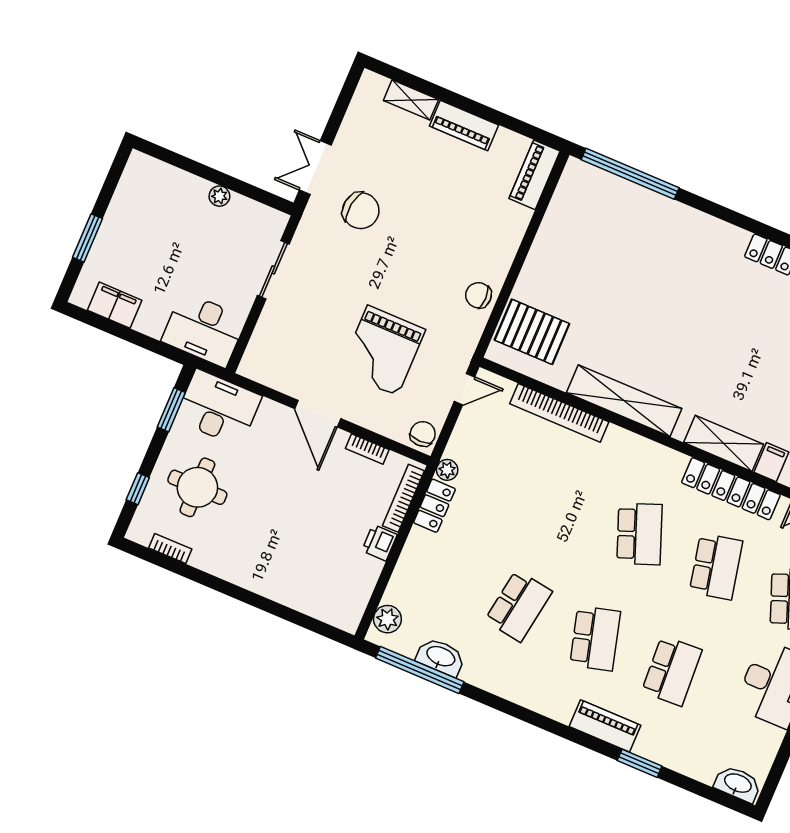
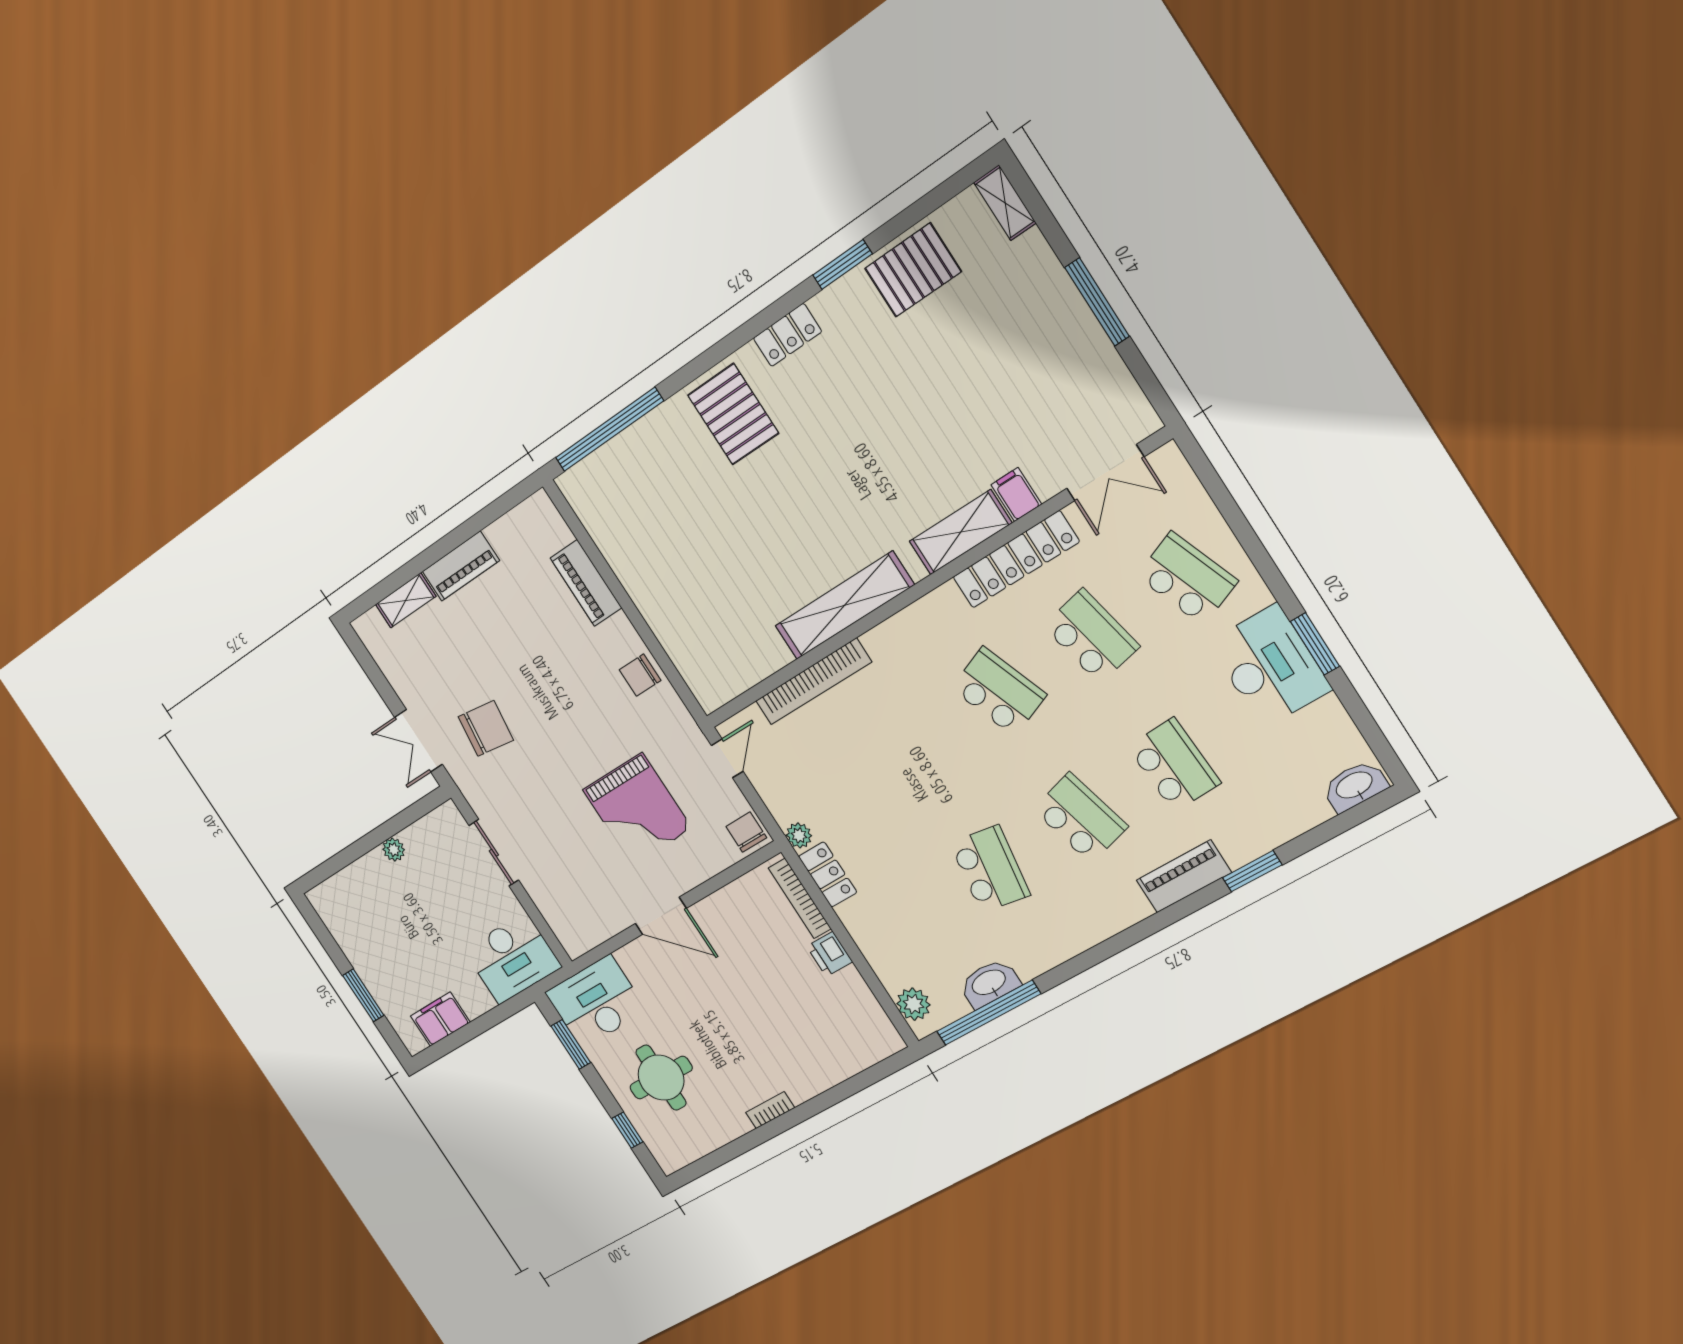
piano: (534, 175) -> (586, 583), moved
pallet: (532, 332) -> (733, 414), moved, turned 90
bookcase: (367, 449) -> (727, 896), removed
bookcase: (170, 549) -> (770, 1110), moved

